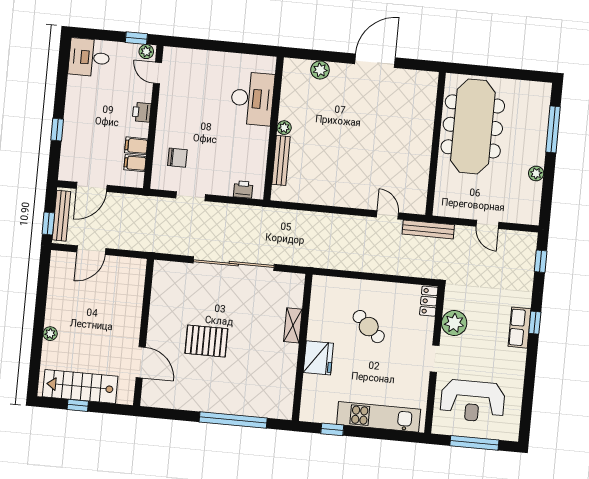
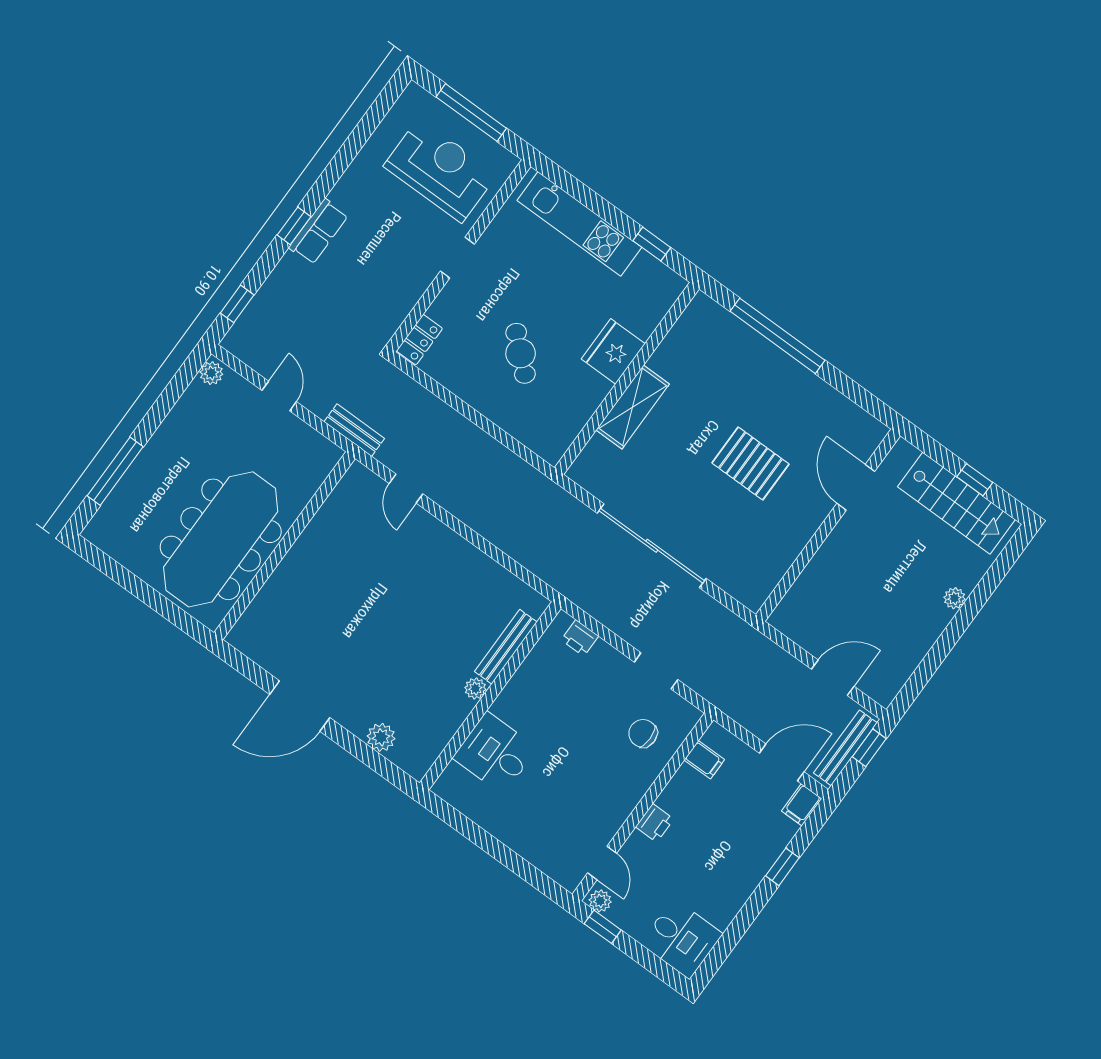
desk: (252, 99) -> (495, 753), width x0.73
filing cabinet: (136, 146) -> (802, 805), moved, turned 90
plant: (536, 173) -> (211, 373), moved
bench: (428, 229) -> (354, 430), width x0.73
plant: (454, 323) -> (403, 290), removed
shelving: (293, 325) -> (633, 407), width x1.50, depth x1.33

